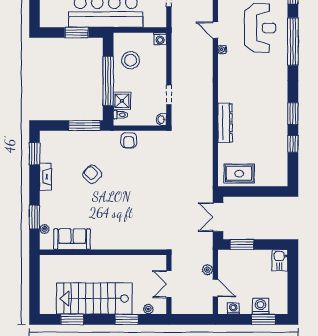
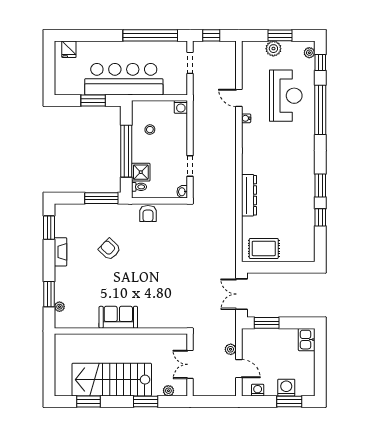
stool: (131, 60) -> (150, 130), width x0.53, depth x0.53
sofa: (72, 239) -> (118, 317), moved

